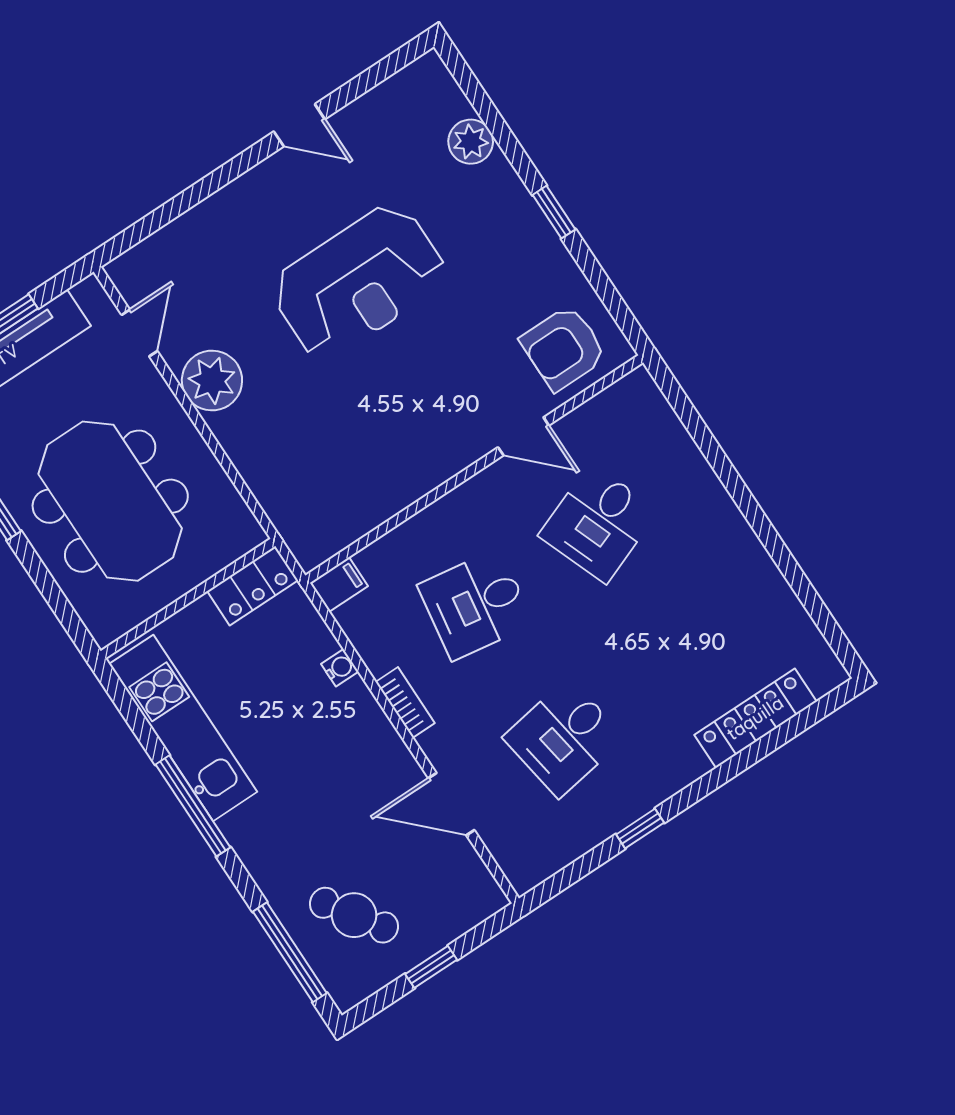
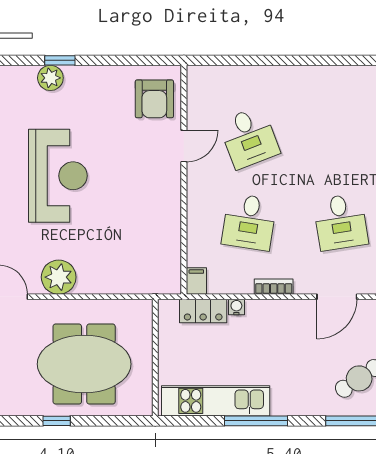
plant: (471, 142) -> (50, 78), moved
window: (554, 212) -> (60, 60), moved
locker: (253, 586) -> (203, 311), moved, turned 90

